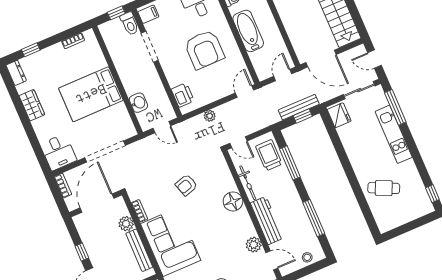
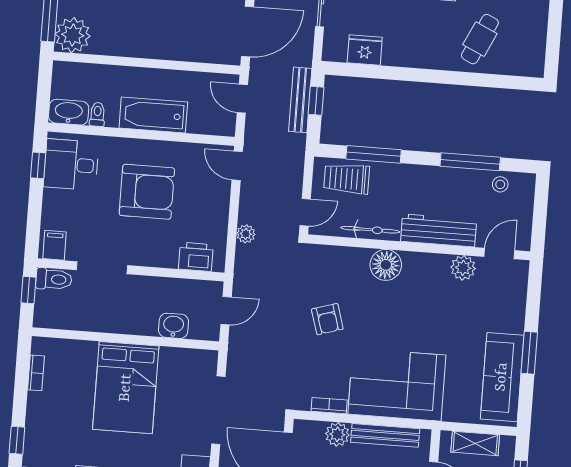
fridge: (339, 115) -> (365, 50), moved
stool: (307, 257) -> (500, 184), moved

